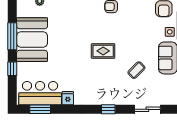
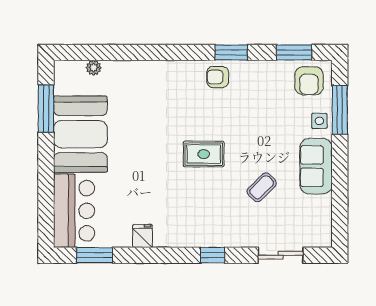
window: (12, 36) -> (46, 109), moved
window: (12, 69) -> (46, 185), removed
bar counter: (40, 93) -> (74, 211), moved, turned 90

